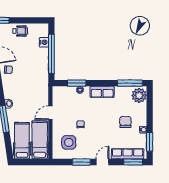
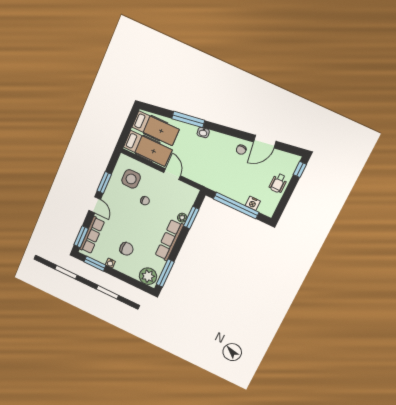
row of seats: (102, 92) -> (169, 240), width x1.48

